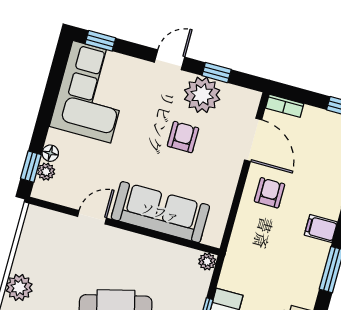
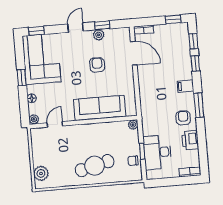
plant: (202, 95) -> (99, 35), width x0.53, depth x0.53
window: (31, 167) -> (22, 78), moved
plant: (46, 172) -> (34, 119), moved
armchair: (269, 193) -> (183, 118), moved
door: (92, 217) -> (55, 124), moved

